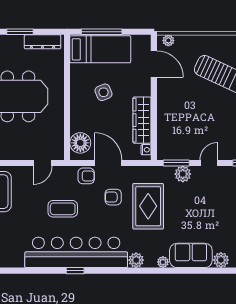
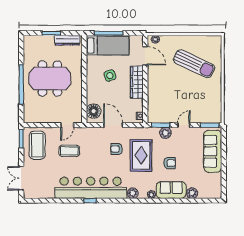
wardrobe: (142, 120) -> (137, 82), moved
armchair: (86, 176) -> (170, 163), moved
coffee table: (63, 209) -> (69, 151), moved

